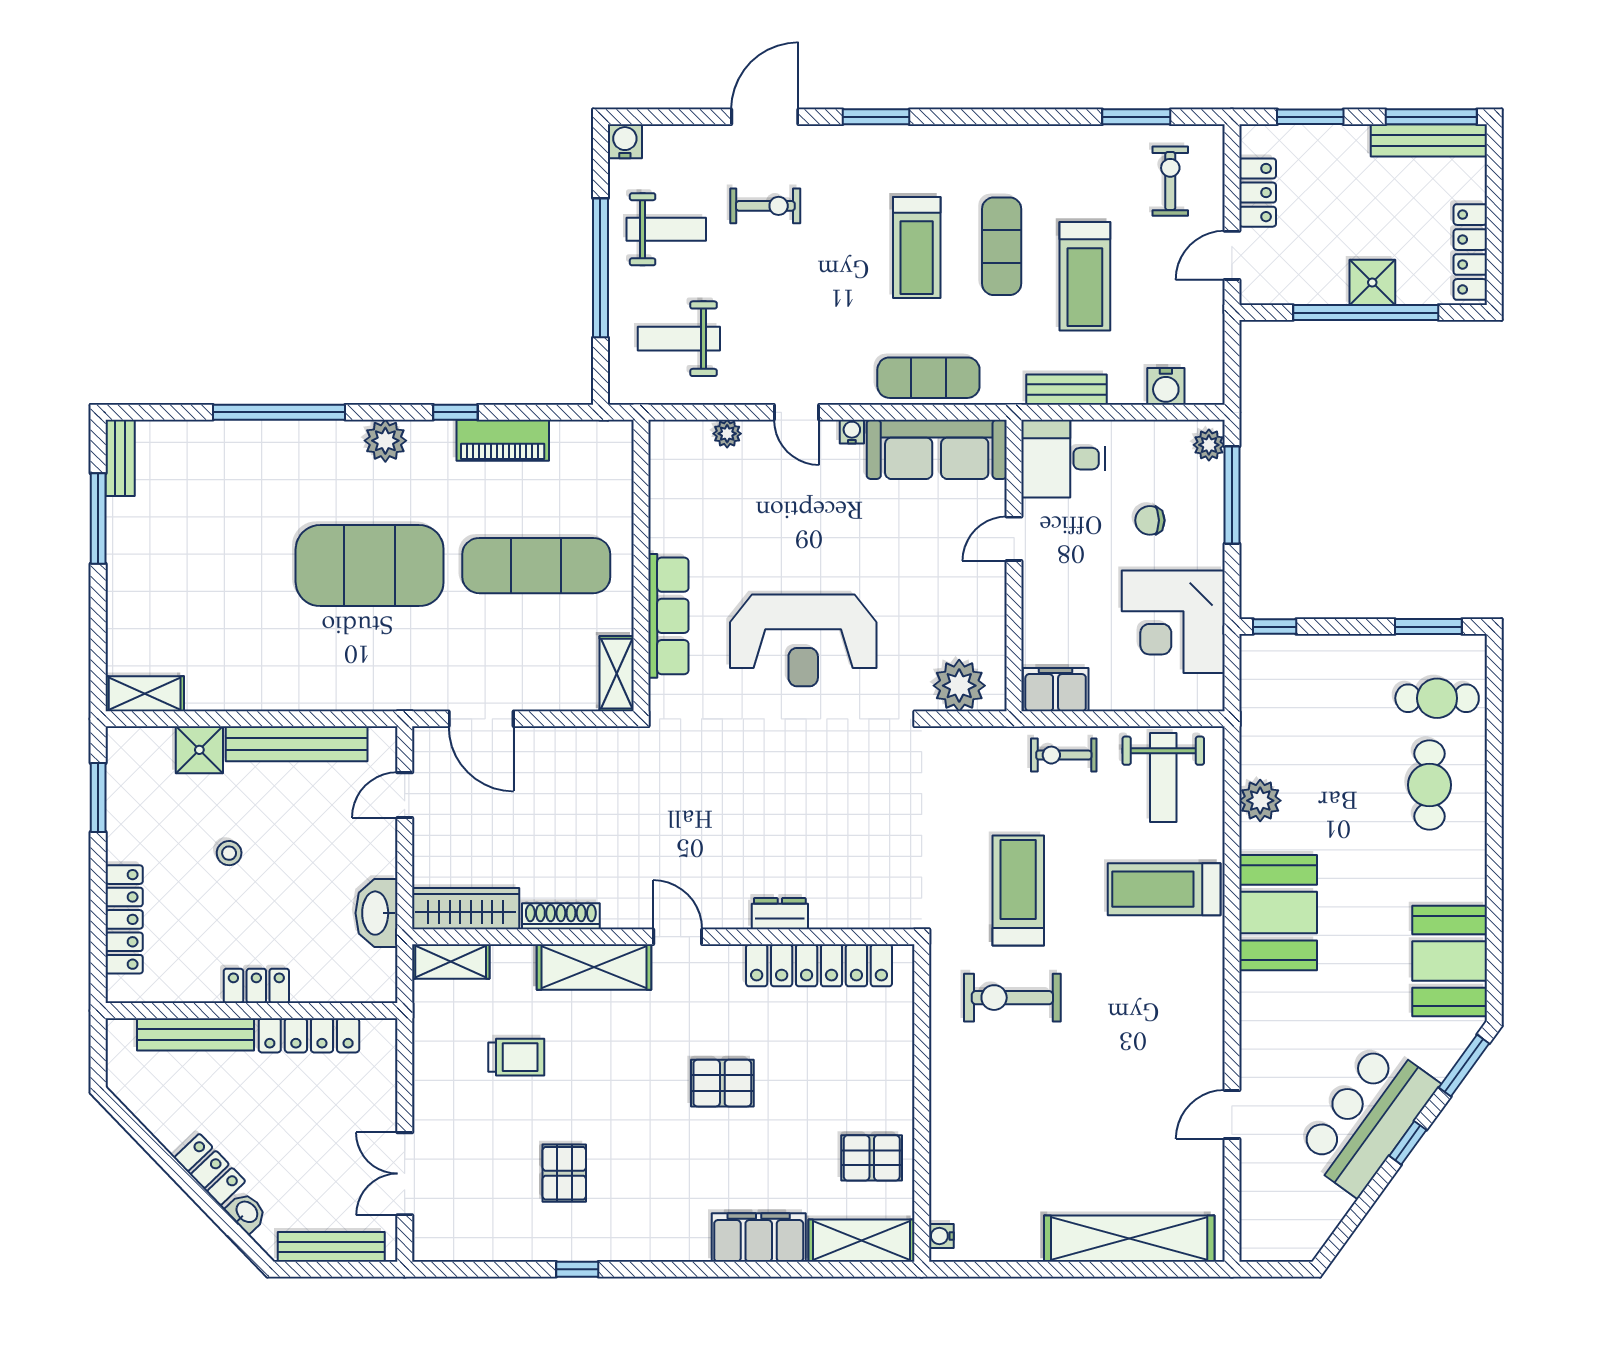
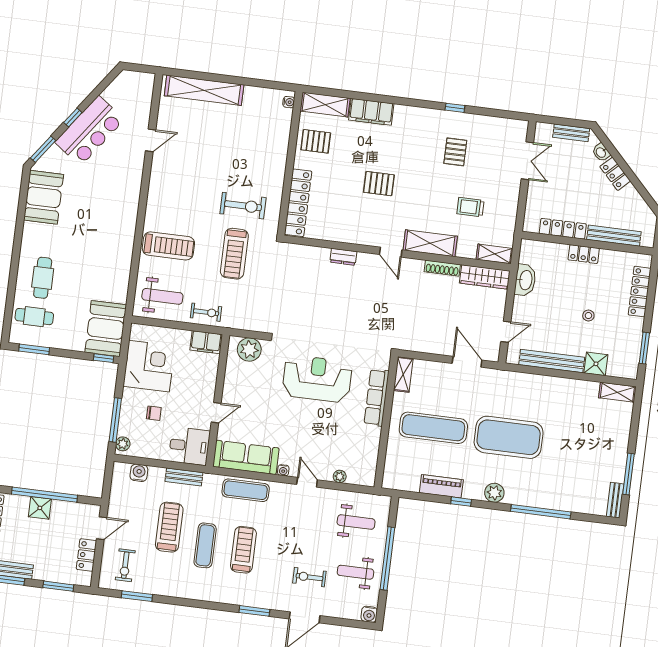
weight bench: (1163, 777) -> (162, 296), turned 90
plant: (1260, 801) -> (120, 280), removed
booth: (1278, 913) -> (106, 329), moved
locker: (819, 965) -> (298, 203), moved, turned 90
bench: (331, 1247) -> (571, 133), width x0.73

